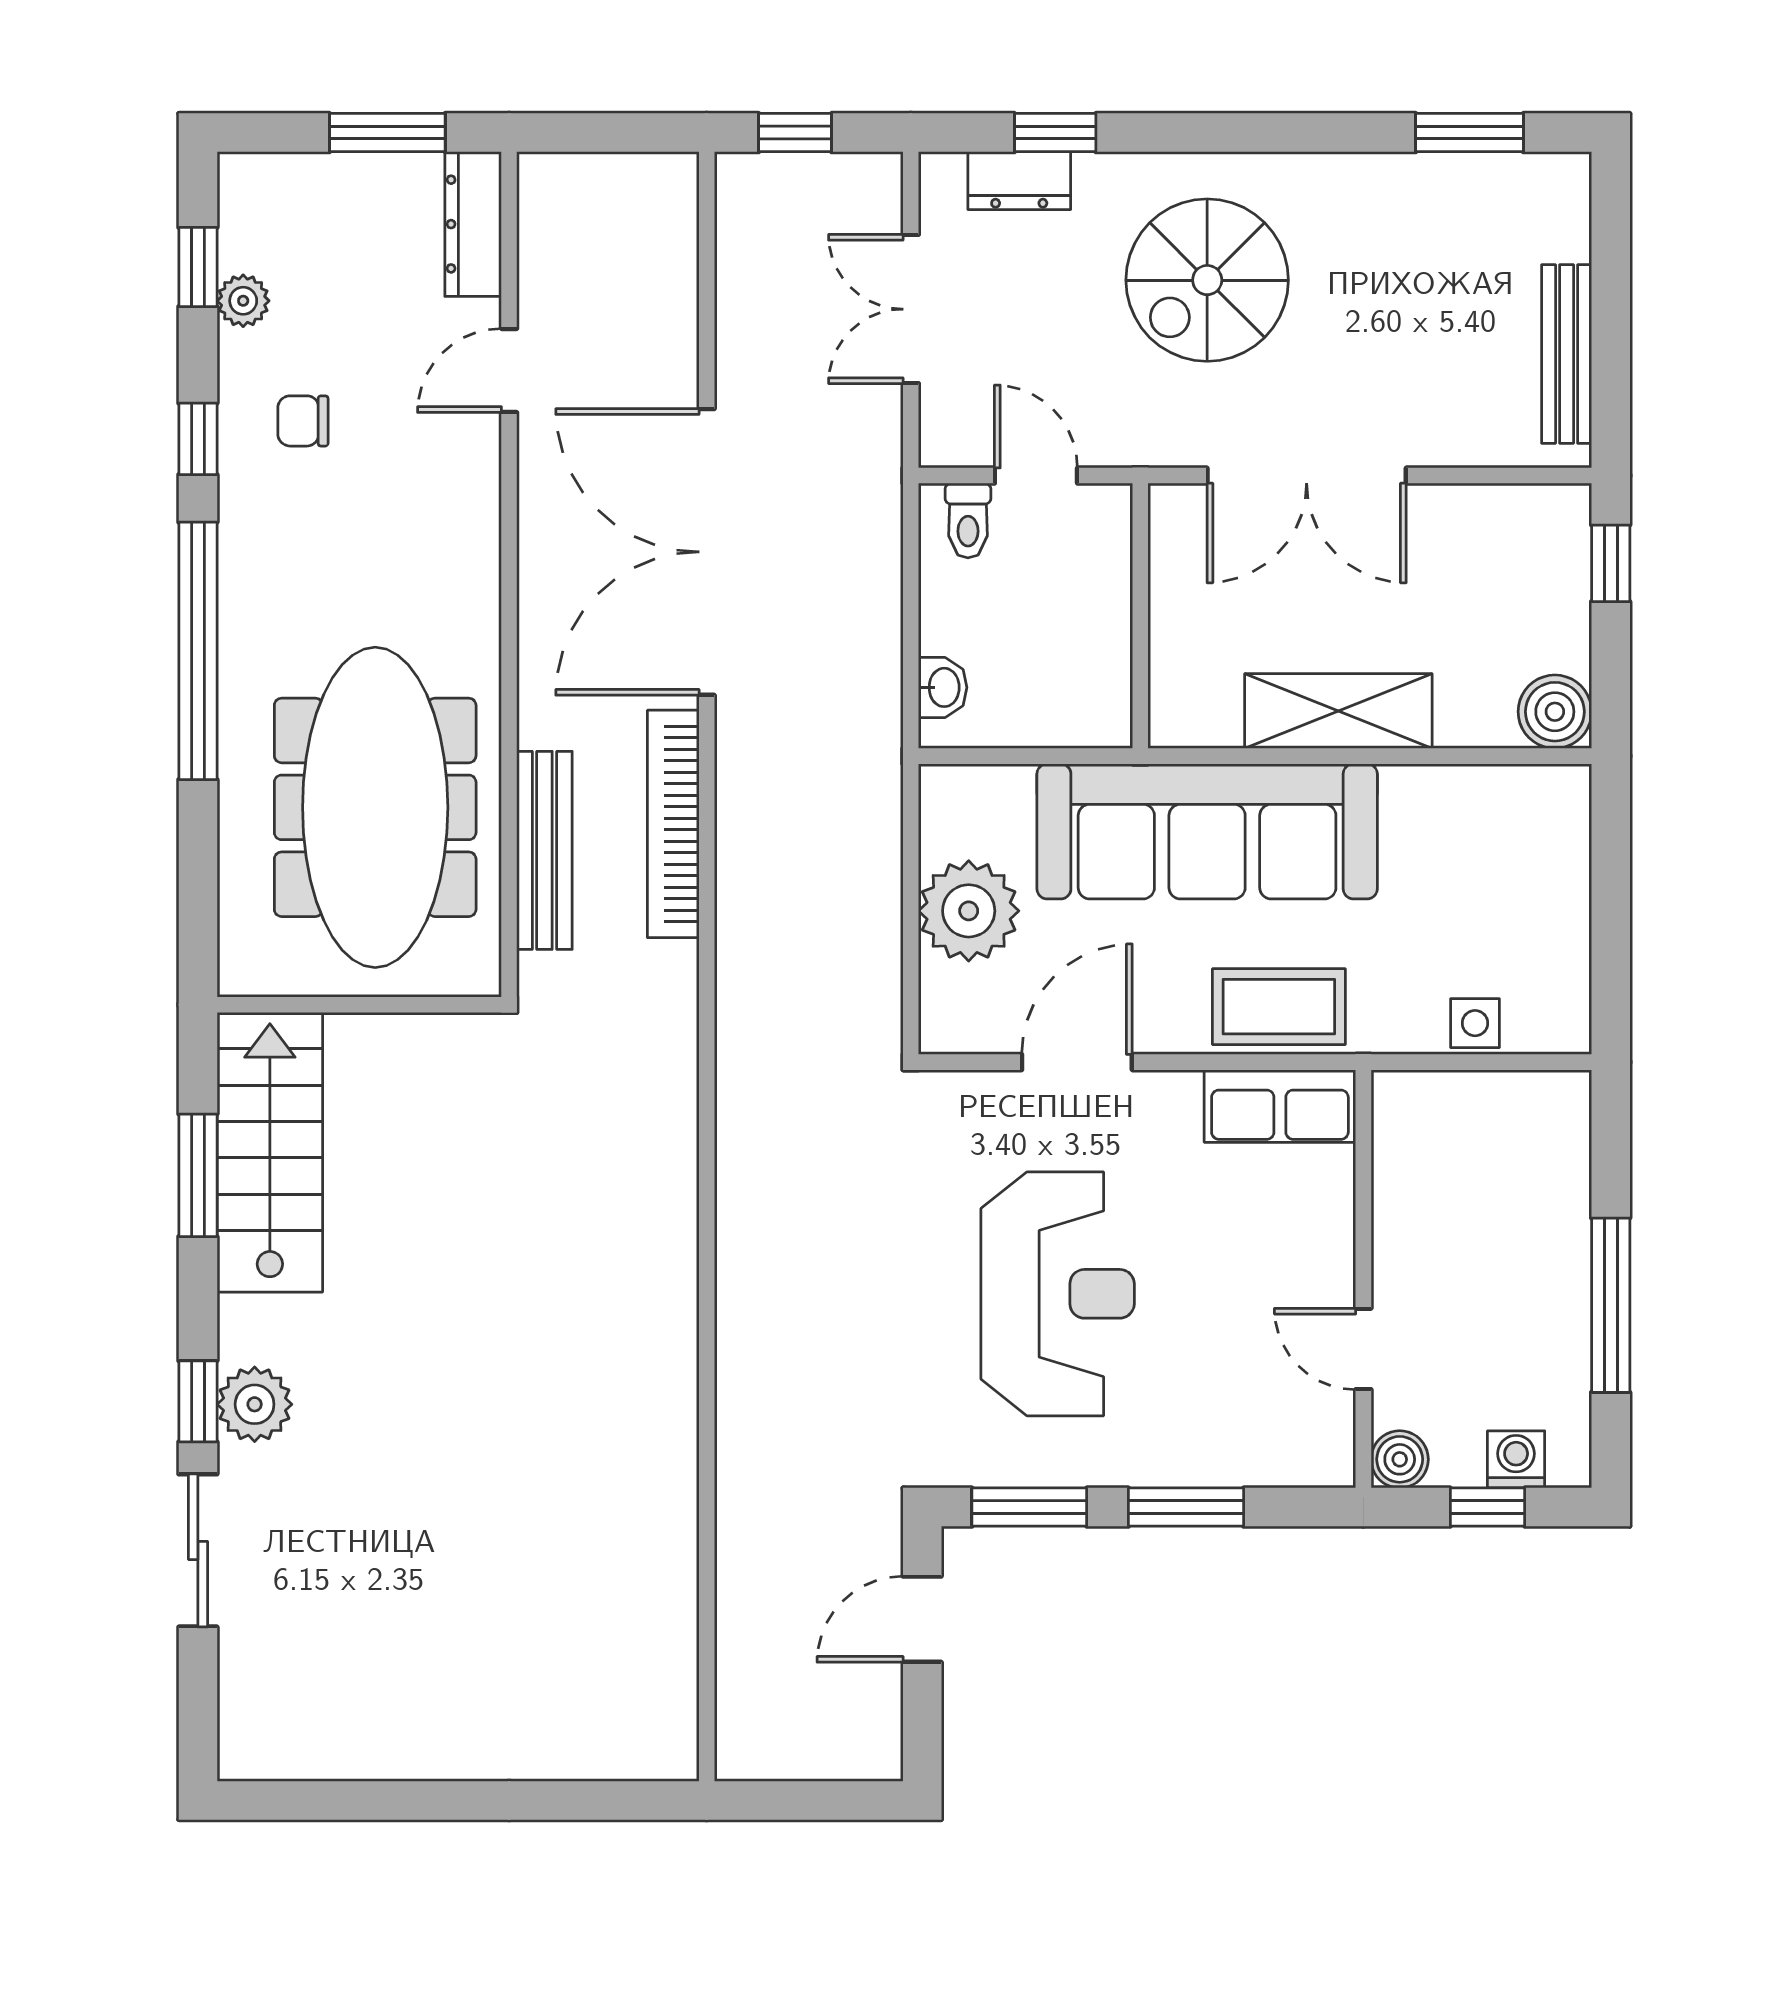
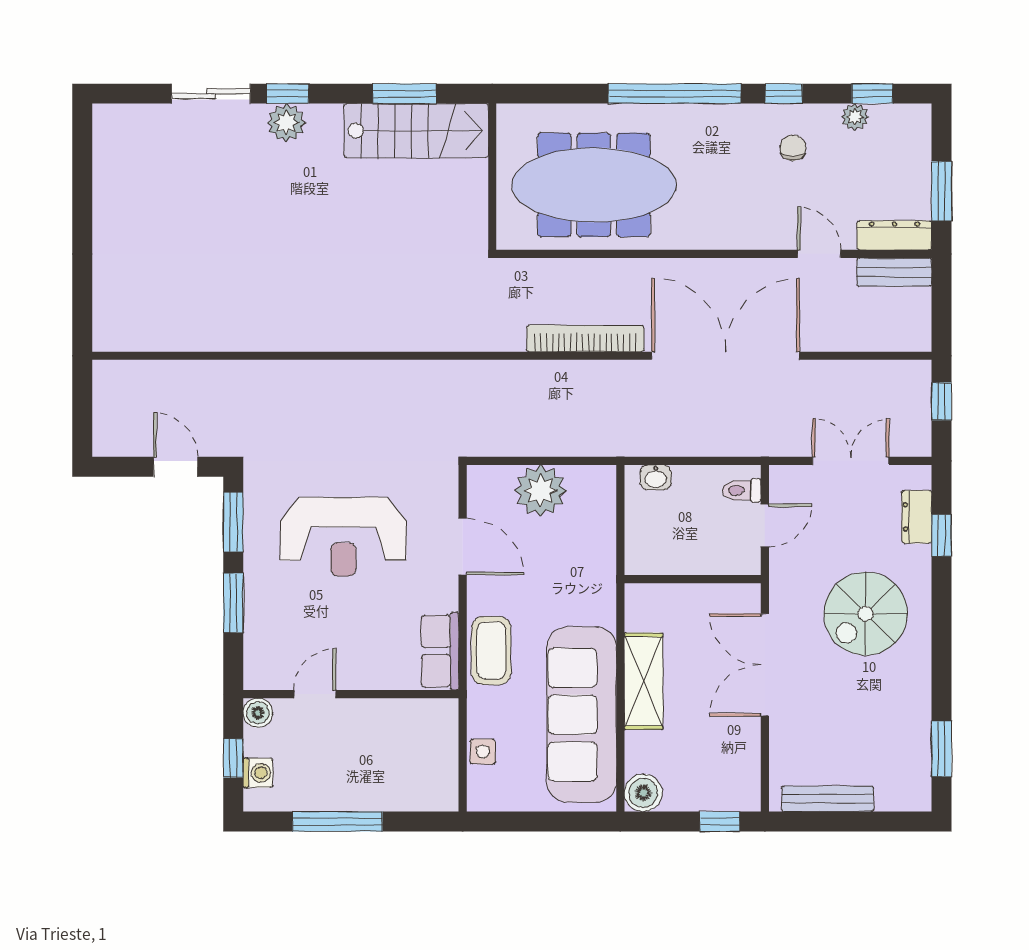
spiral stairs: (1207, 280) -> (866, 614), turned -90
sofa: (1207, 831) -> (582, 715), moved
bench: (544, 850) -> (894, 272), moved, width x0.73

